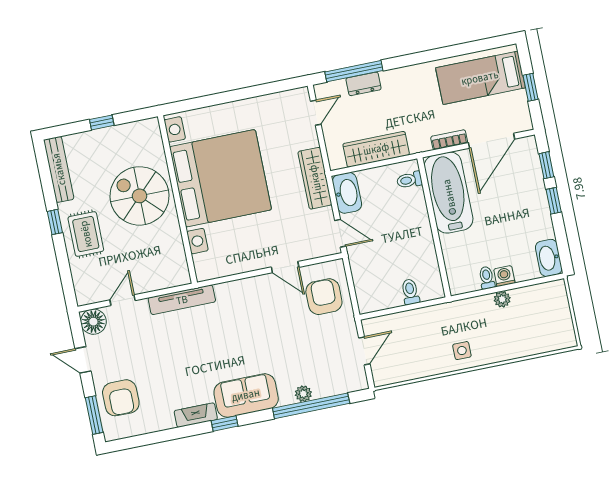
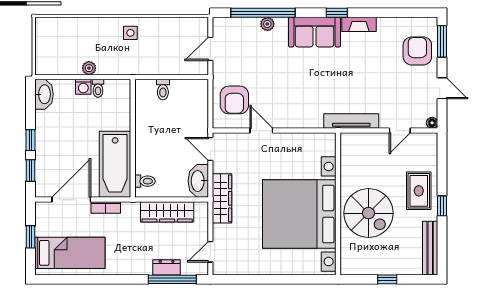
floor lamp: (93, 322) -> (432, 123), width x0.53, depth x0.53

